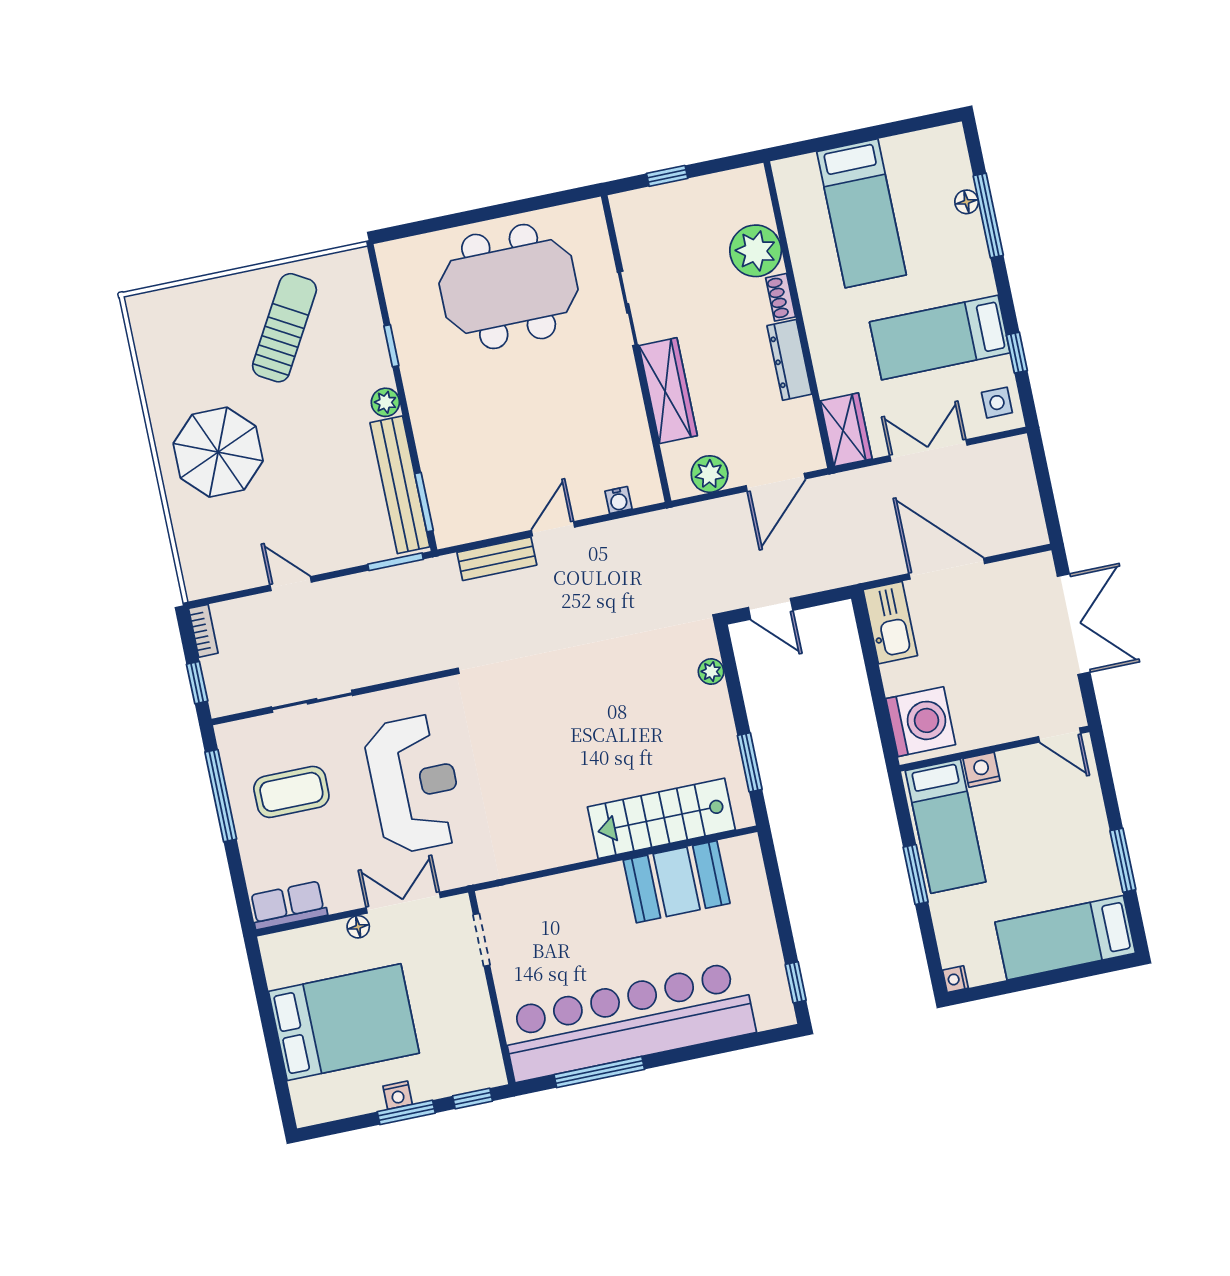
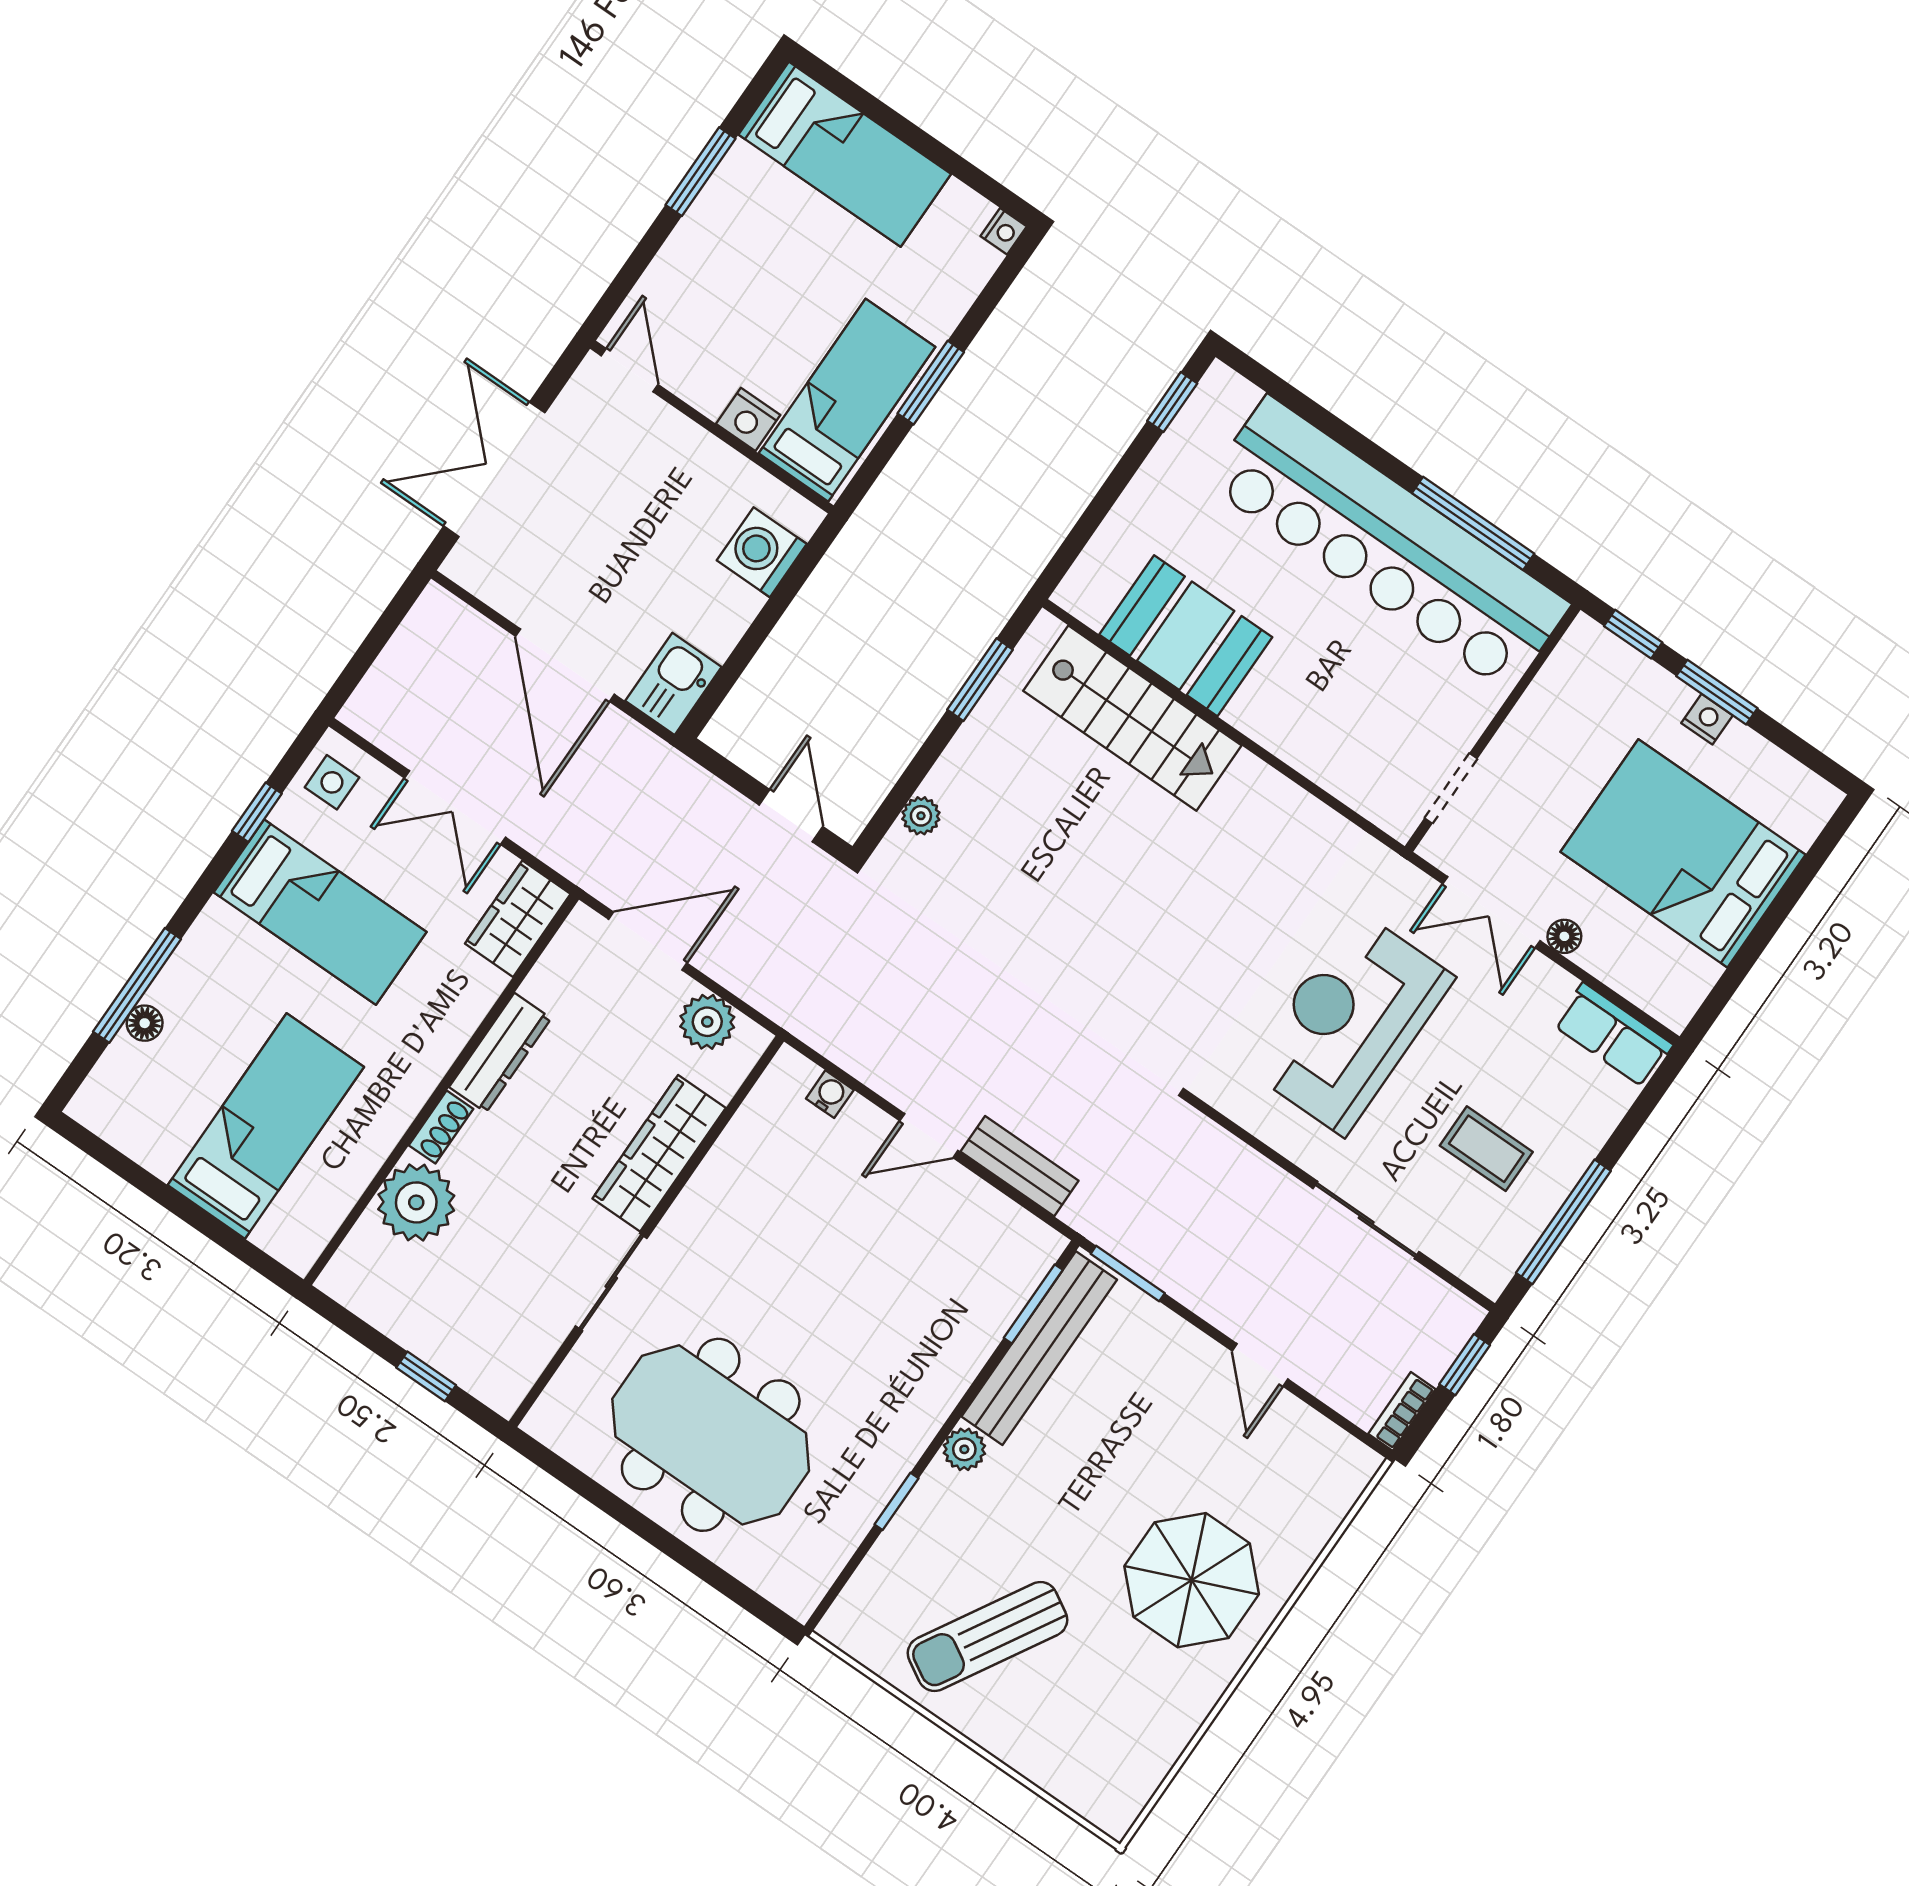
kitchen sink: (890, 623) -> (673, 684), width x0.73
washing machine: (921, 722) -> (762, 552), width x0.73, depth x0.73
coffee table: (291, 792) -> (1486, 1149), width x0.73, depth x0.77

